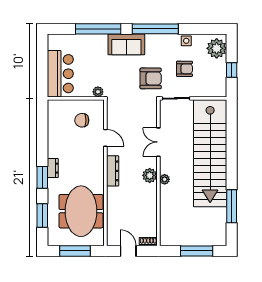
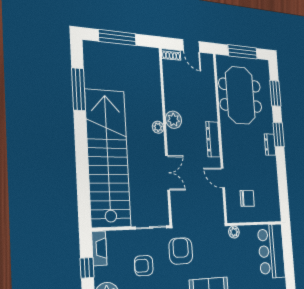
armchair: (151, 78) -> (181, 251), turned 90
fireplace: (221, 84) -> (99, 248), added
plant: (150, 175) -> (174, 120), moved

